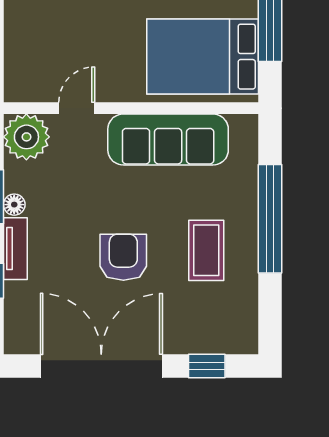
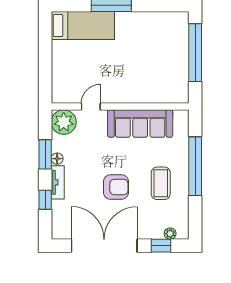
bed: (203, 57) -> (159, 79), removed
armchair: (123, 257) -> (116, 187), turned 90
plant: (224, 344) -> (170, 234), added

